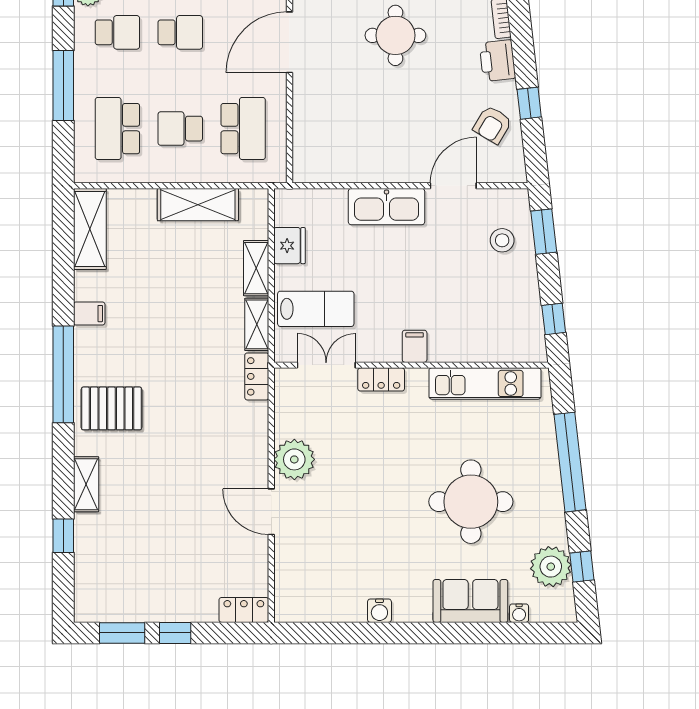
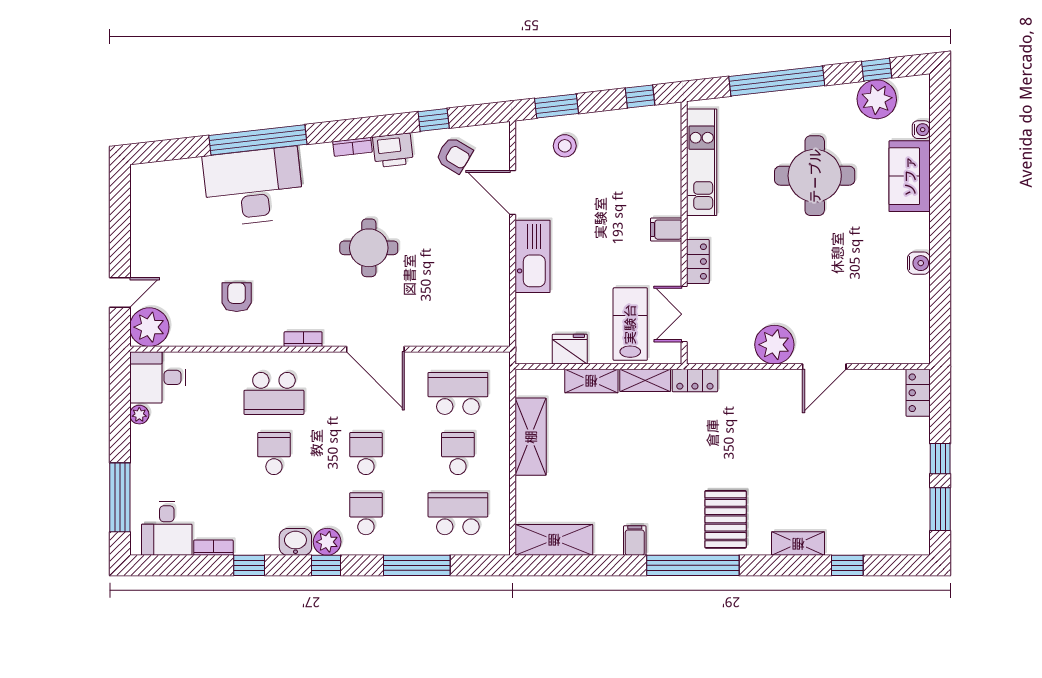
school desk: (117, 129) -> (458, 514), turned 180
school desk: (180, 129) -> (458, 454), turned 180

